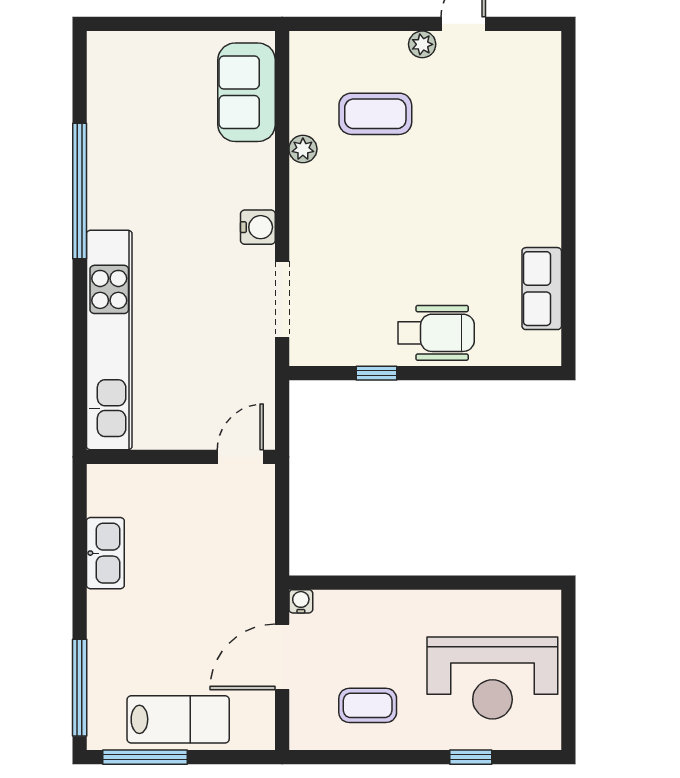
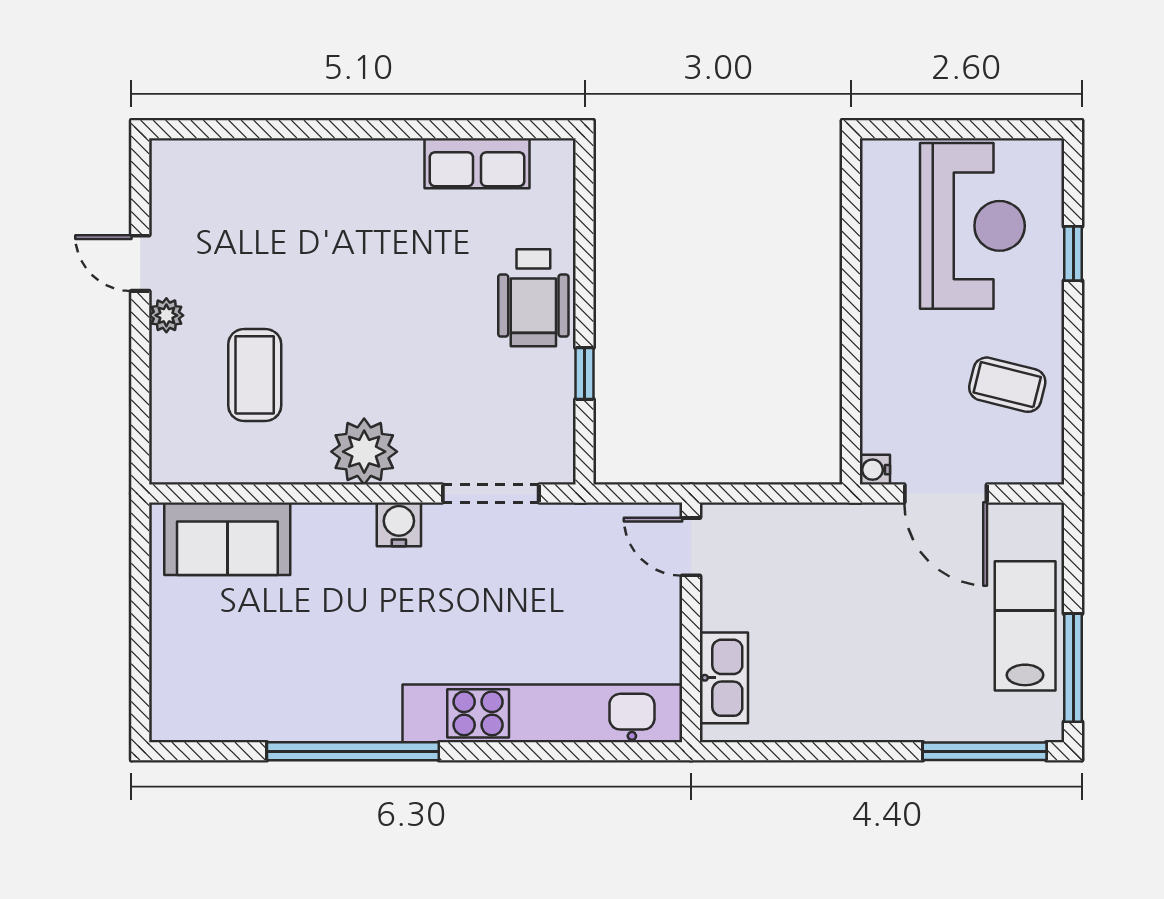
plant: (303, 149) -> (364, 452), moved, width x1.88, depth x1.88
wheelchair: (436, 333) -> (533, 298), turned 180
kitchen sink: (105, 553) -> (724, 678), moved, turned 90
coffee table: (368, 705) -> (1007, 385), turned -76

